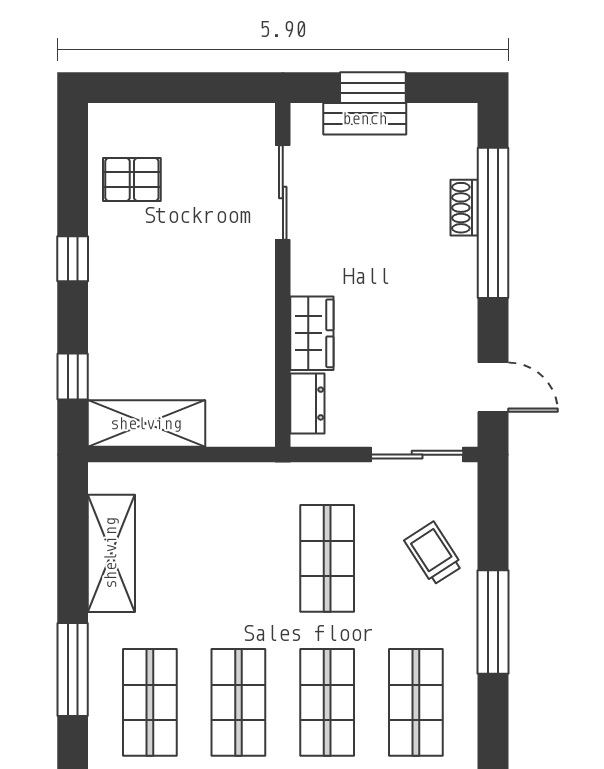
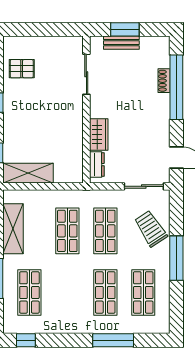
trolley: (433, 553) -> (151, 229), width x1.36, depth x1.39
shop shelf: (238, 702) -> (67, 231), moved

